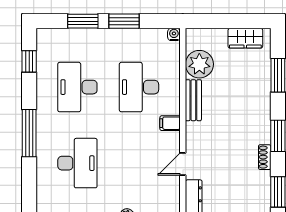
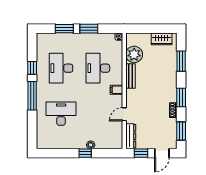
window: (29, 61) -> (32, 68), moved
desk: (77, 163) -> (61, 114), turned -90

